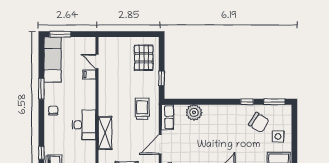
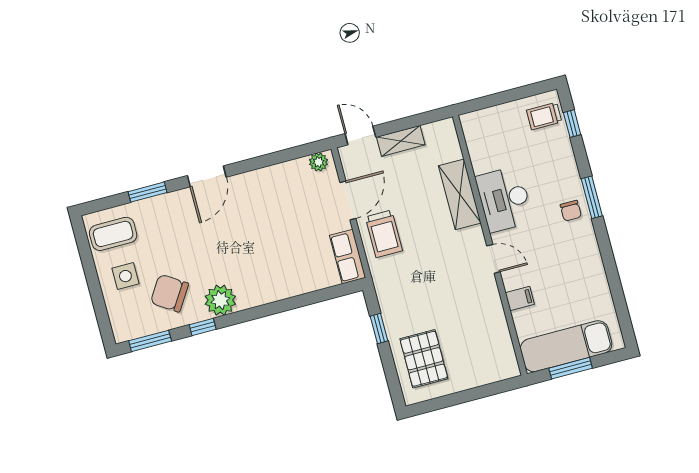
window: (60, 34) -> (571, 368), moved
exam couch: (53, 60) -> (566, 346), moved, turned 90
door: (97, 61) -> (493, 259), moved
window: (41, 89) -> (592, 197), moved
trolley: (142, 109) -> (384, 234), moved
plant: (194, 112) -> (220, 300), moved

